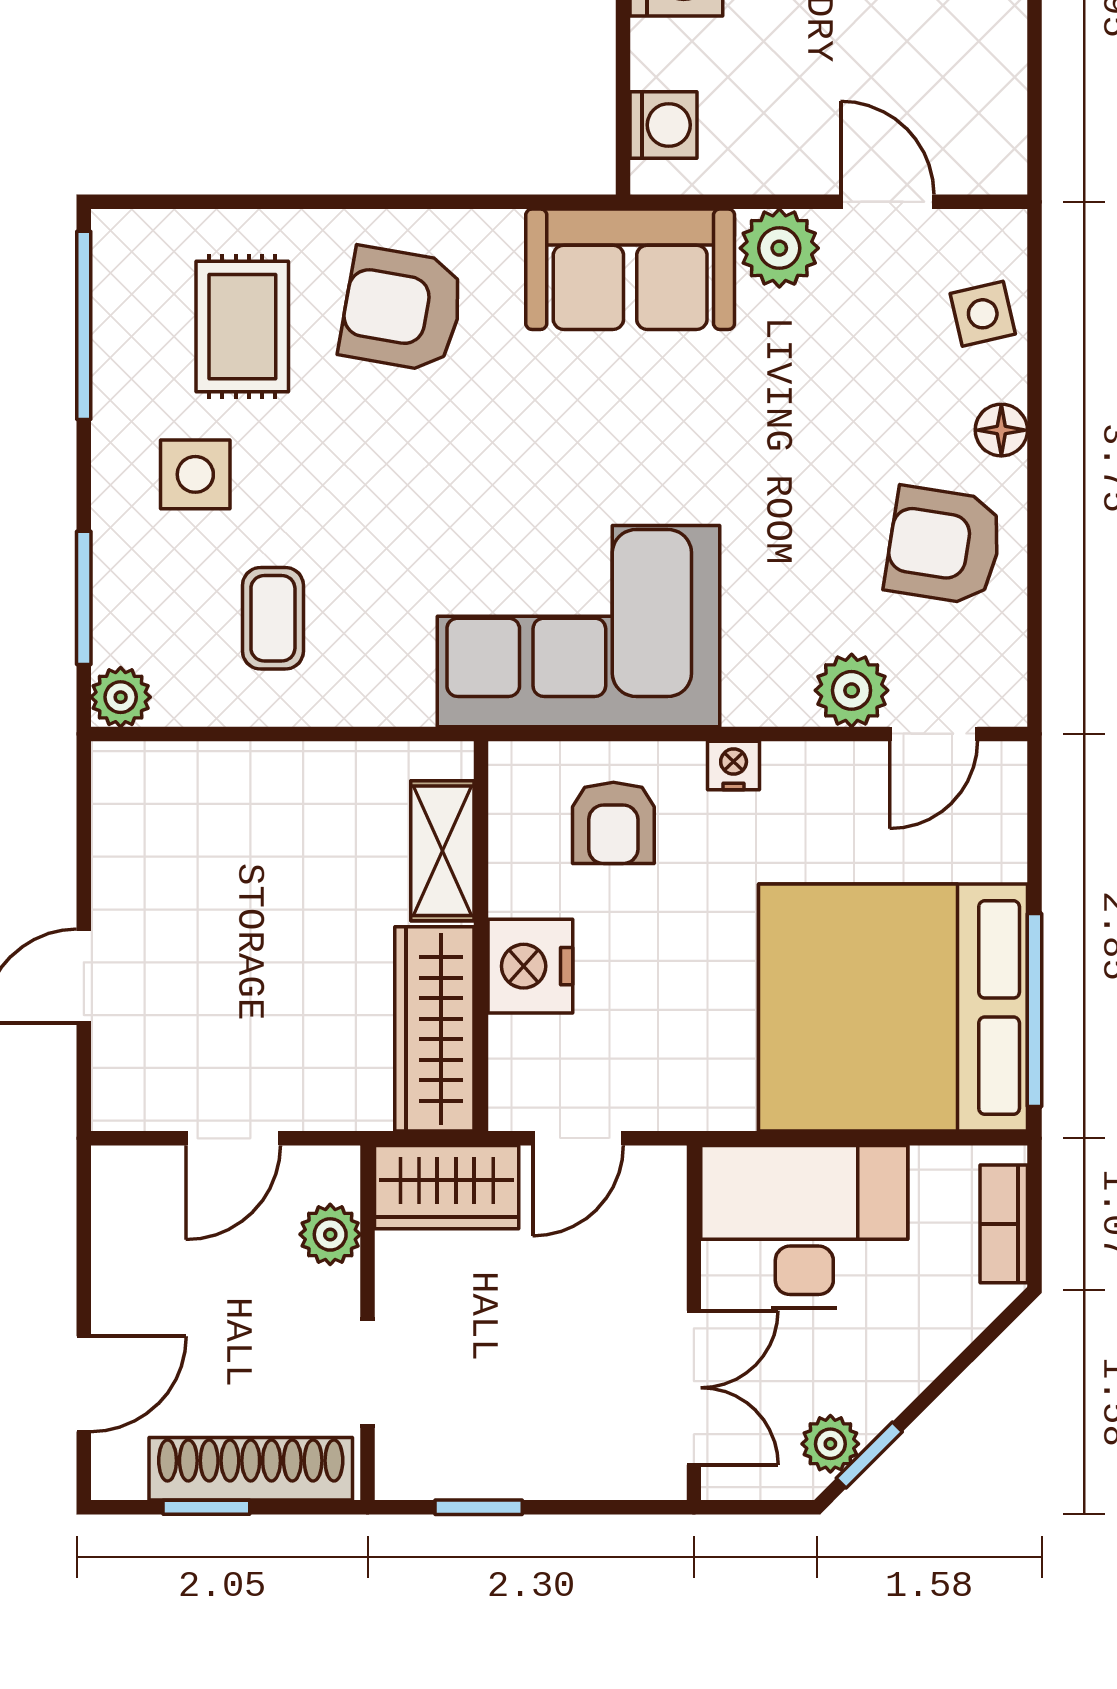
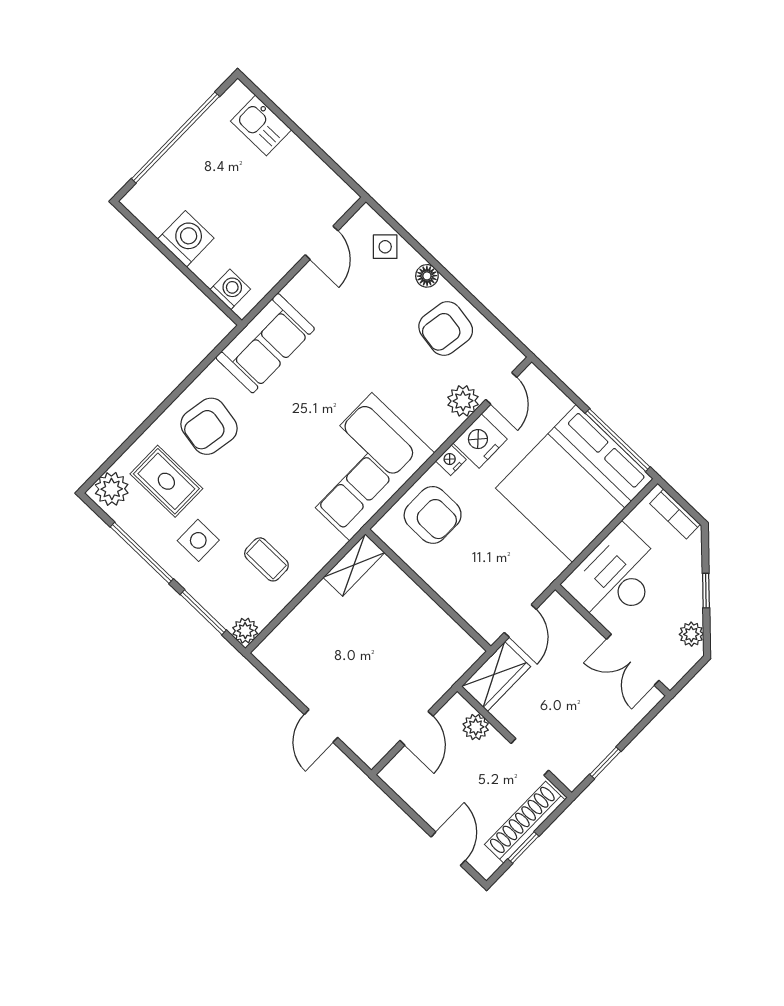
door: (887, 202) -> (322, 243), swing flipped
plant: (779, 248) -> (112, 489), moved
side table: (983, 314) -> (385, 247), turned -31
window: (84, 325) -> (142, 553), moved
armchair: (613, 823) -> (433, 515), width x1.38, depth x1.38
shelving: (442, 851) -> (354, 565), moved, turned 90
nightstand: (530, 966) -> (480, 441), moved, turned 90
wardrobe: (434, 1029) -> (443, 633), removed
double door: (694, 1388) -> (633, 660), swing flipped
window: (869, 1455) -> (706, 591), moved

